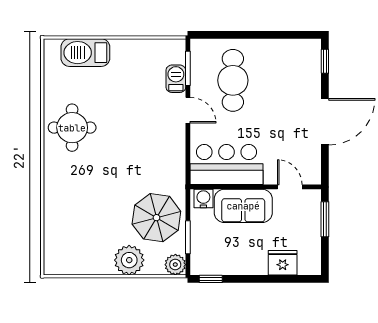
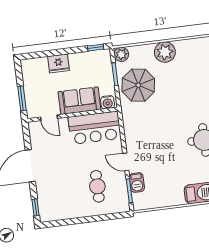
cafe table: (233, 80) -> (97, 186), width x0.73, depth x0.74
plant: (129, 260) -> (165, 52), moved
fridge: (283, 263) -> (58, 63), moved

